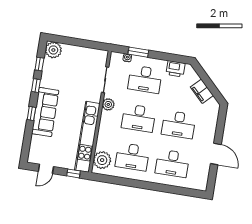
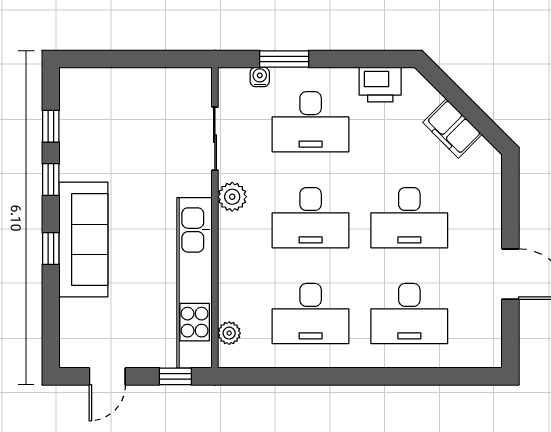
plant: (53, 50) -> (79, 87), removed
plant: (102, 160) -> (229, 333), width x0.53, depth x0.53

